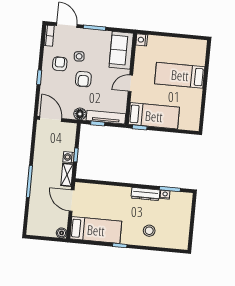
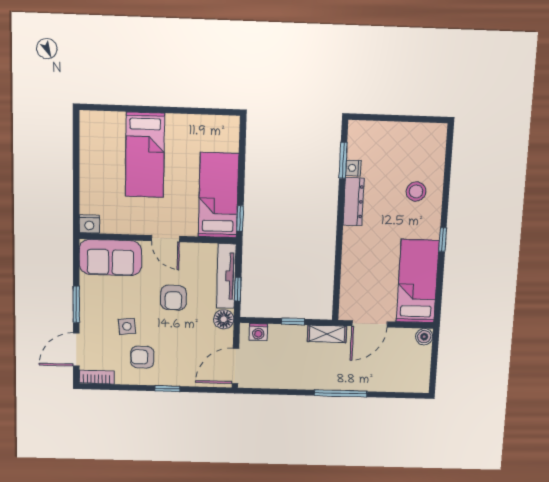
armchair: (83, 79) -> (173, 298), moved, turned 90
washing machine: (69, 157) -> (258, 332), moved

